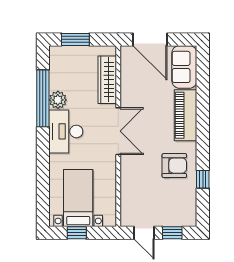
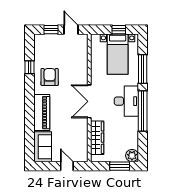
door: (150, 39) -> (67, 166), width x0.53
window: (43, 98) -> (143, 111), moved
plant: (58, 100) -> (132, 156), moved
armchair: (174, 166) -> (50, 77), turned 90
window: (43, 177) -> (143, 69), added

